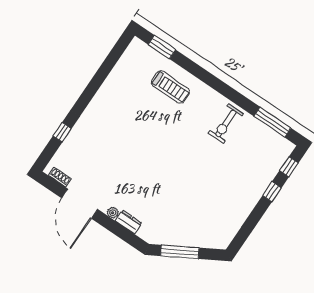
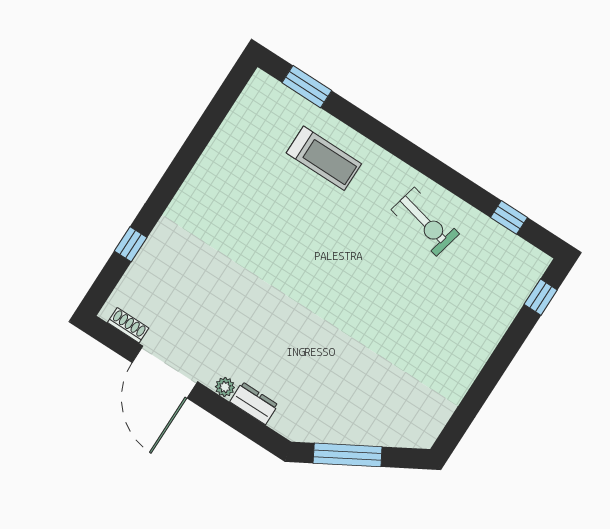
window: (272, 122) -> (509, 217), width x0.46
exercise bike: (226, 123) -> (425, 222), turned -77
window: (272, 192) -> (511, 343), removed

